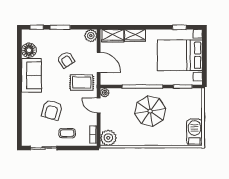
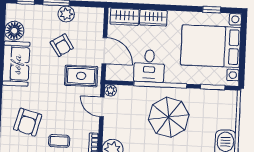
plant: (91, 36) -> (66, 14), moved
desk: (133, 73) -> (149, 66), added
armchair: (52, 110) -> (28, 122), moved

